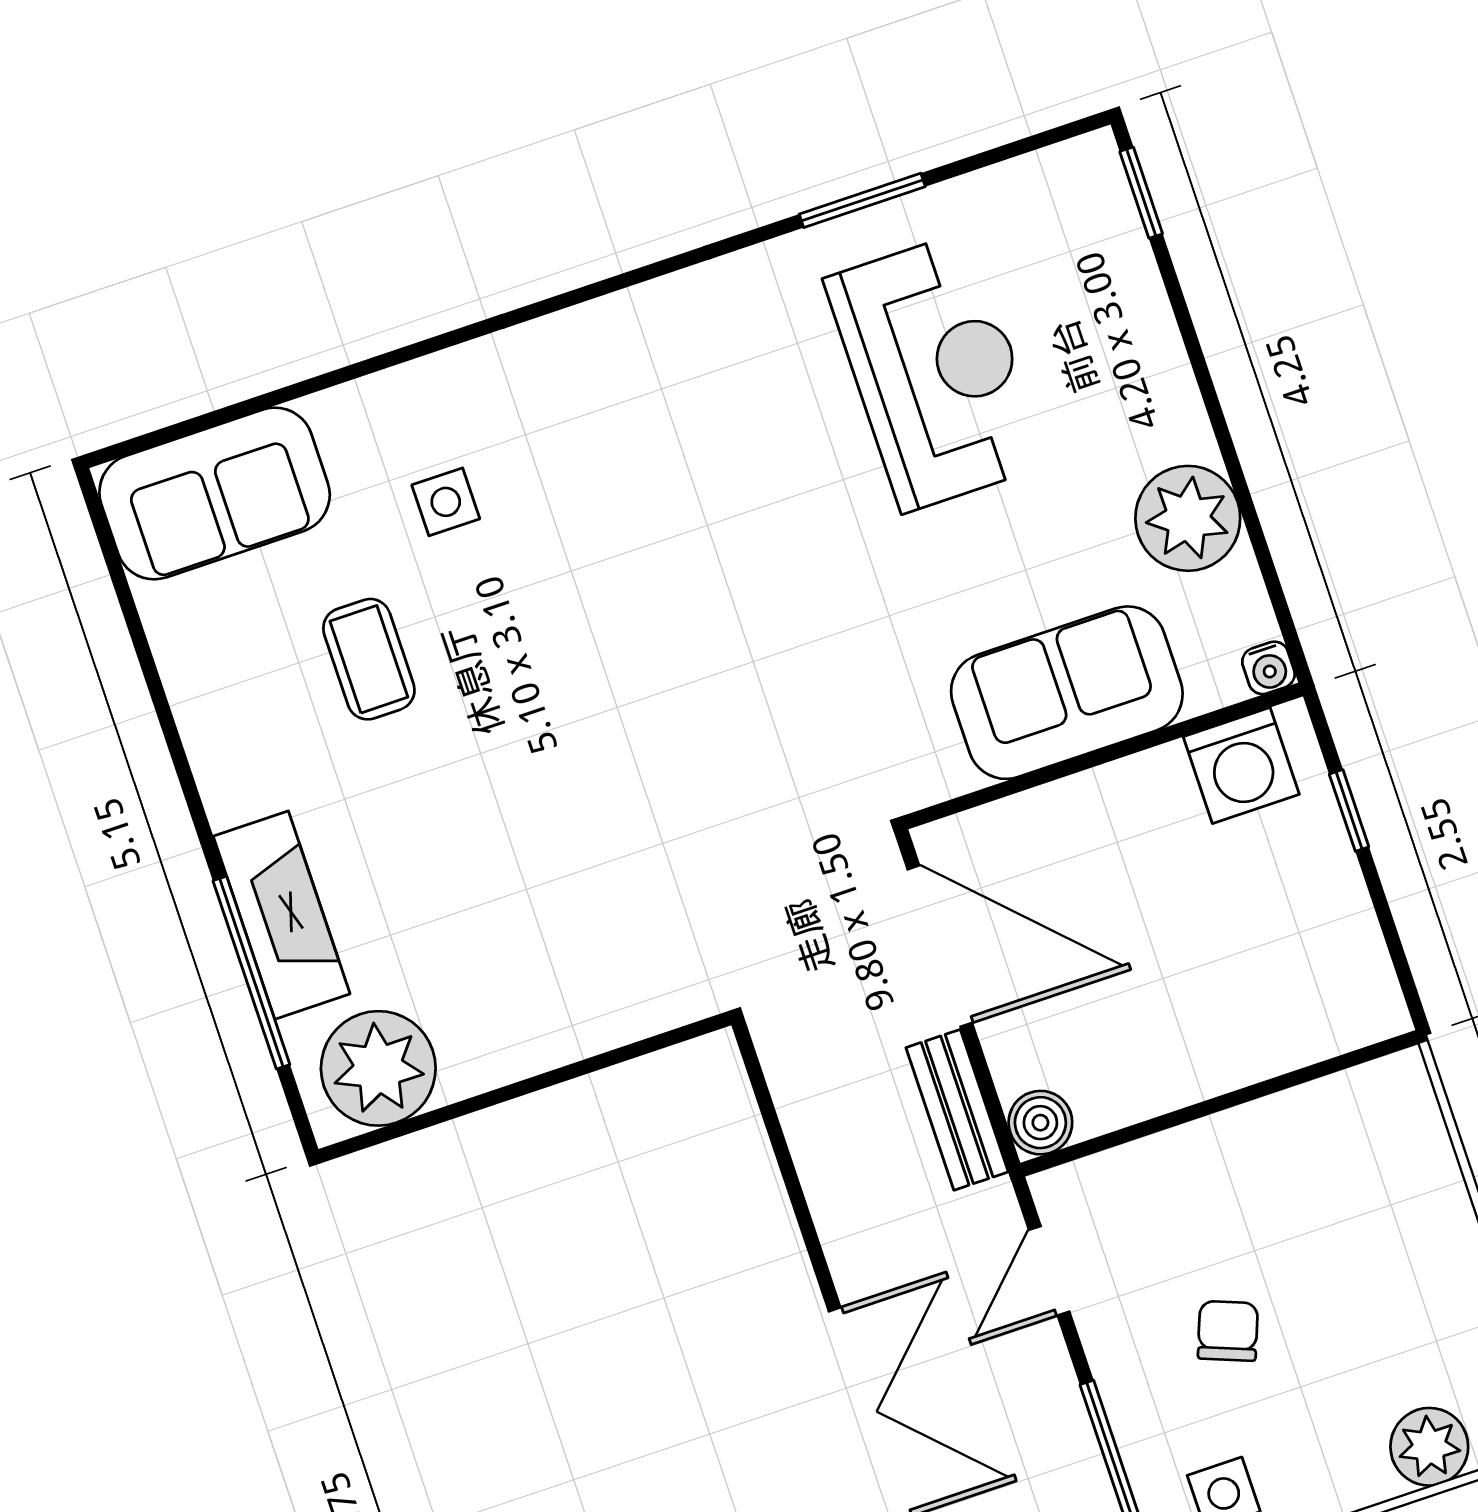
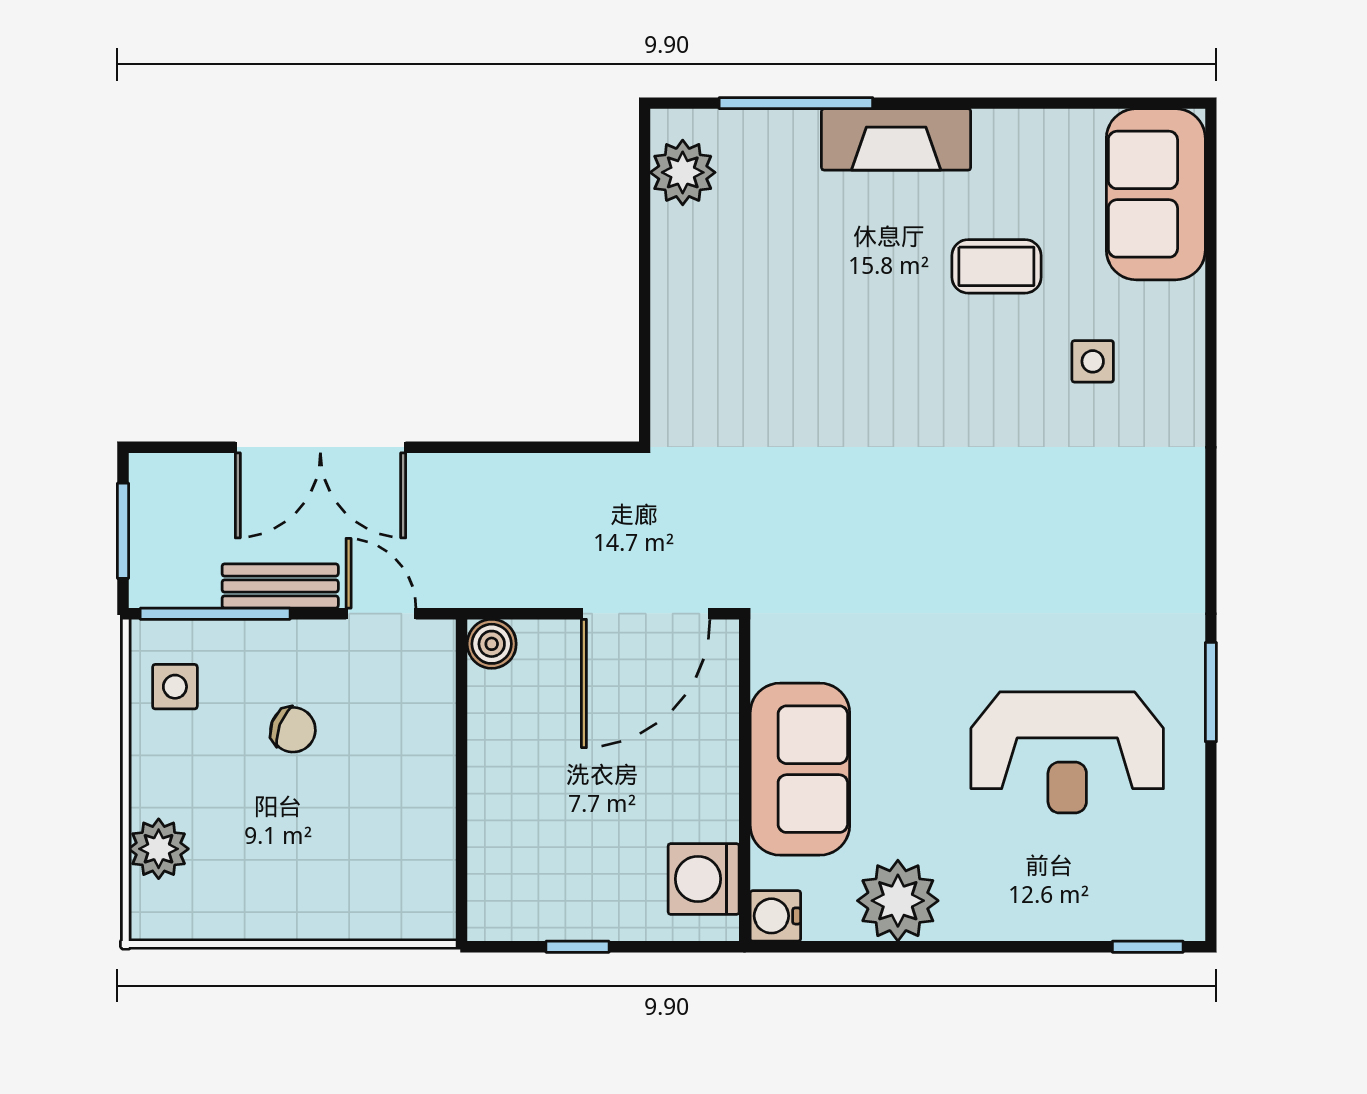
window: (862, 200) -> (1211, 692), moved
water cooler: (1268, 668) -> (775, 916), width x1.38, depth x1.38
window: (1349, 810) -> (578, 947), moved
fireplace: (282, 915) -> (896, 139), moved
plant: (378, 1068) -> (683, 172), width x0.73, depth x0.73
bench: (957, 1110) -> (280, 586), moved

